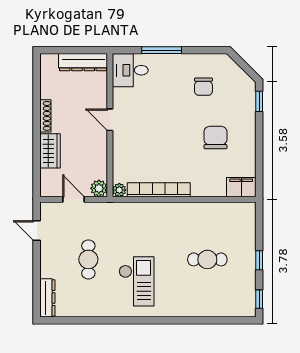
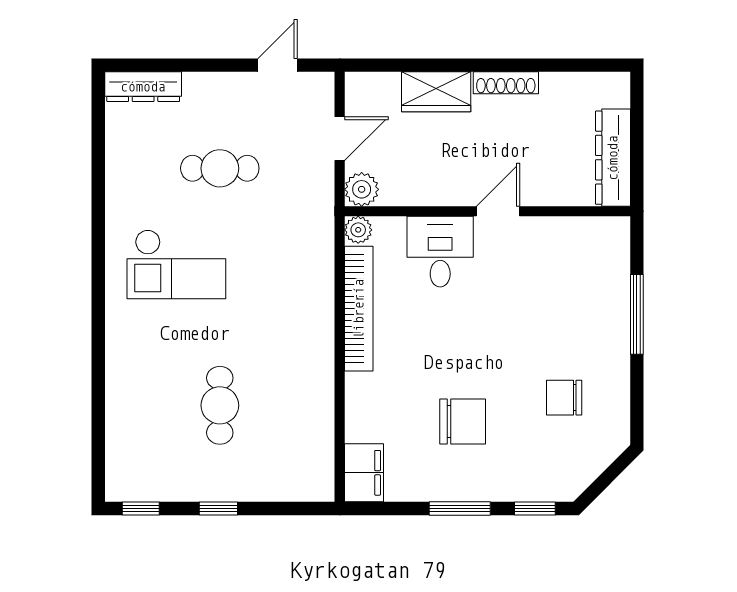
desk: (130, 70) -> (440, 252), moved
window: (259, 139) -> (460, 508), added

